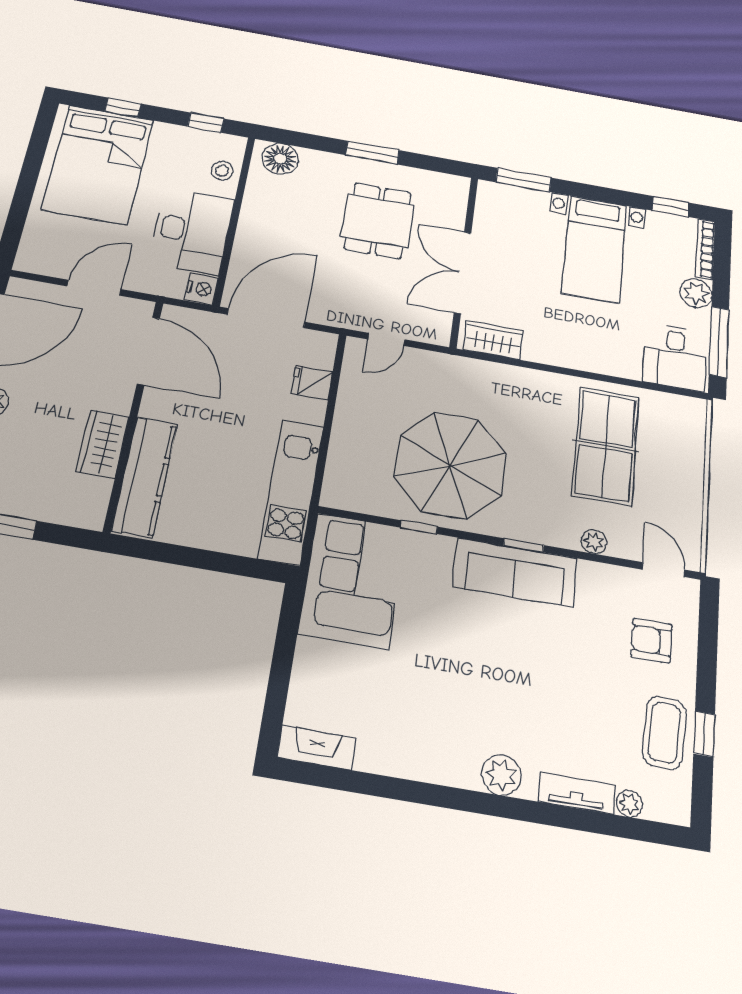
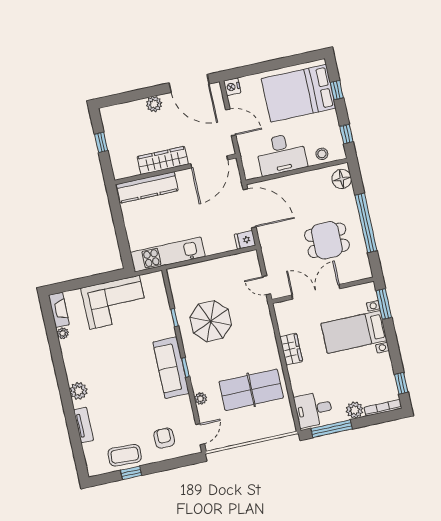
window: (372, 153) -> (366, 223), width x2.11
bed with nightstands: (595, 249) -> (354, 332), moved
nightstand: (201, 289) -> (232, 87), moved, turned 90
door: (386, 339) -> (267, 285), moved
wardrobe: (493, 340) -> (291, 349), moved
fridge: (312, 383) -> (245, 240), moved, turned -90
wardrobe: (103, 444) -> (163, 160), width x1.50
parasol: (450, 465) -> (211, 321), width x0.73, depth x0.73
corner sofa: (352, 580) -> (114, 302), moved
plant: (629, 804) -> (63, 333), moved

